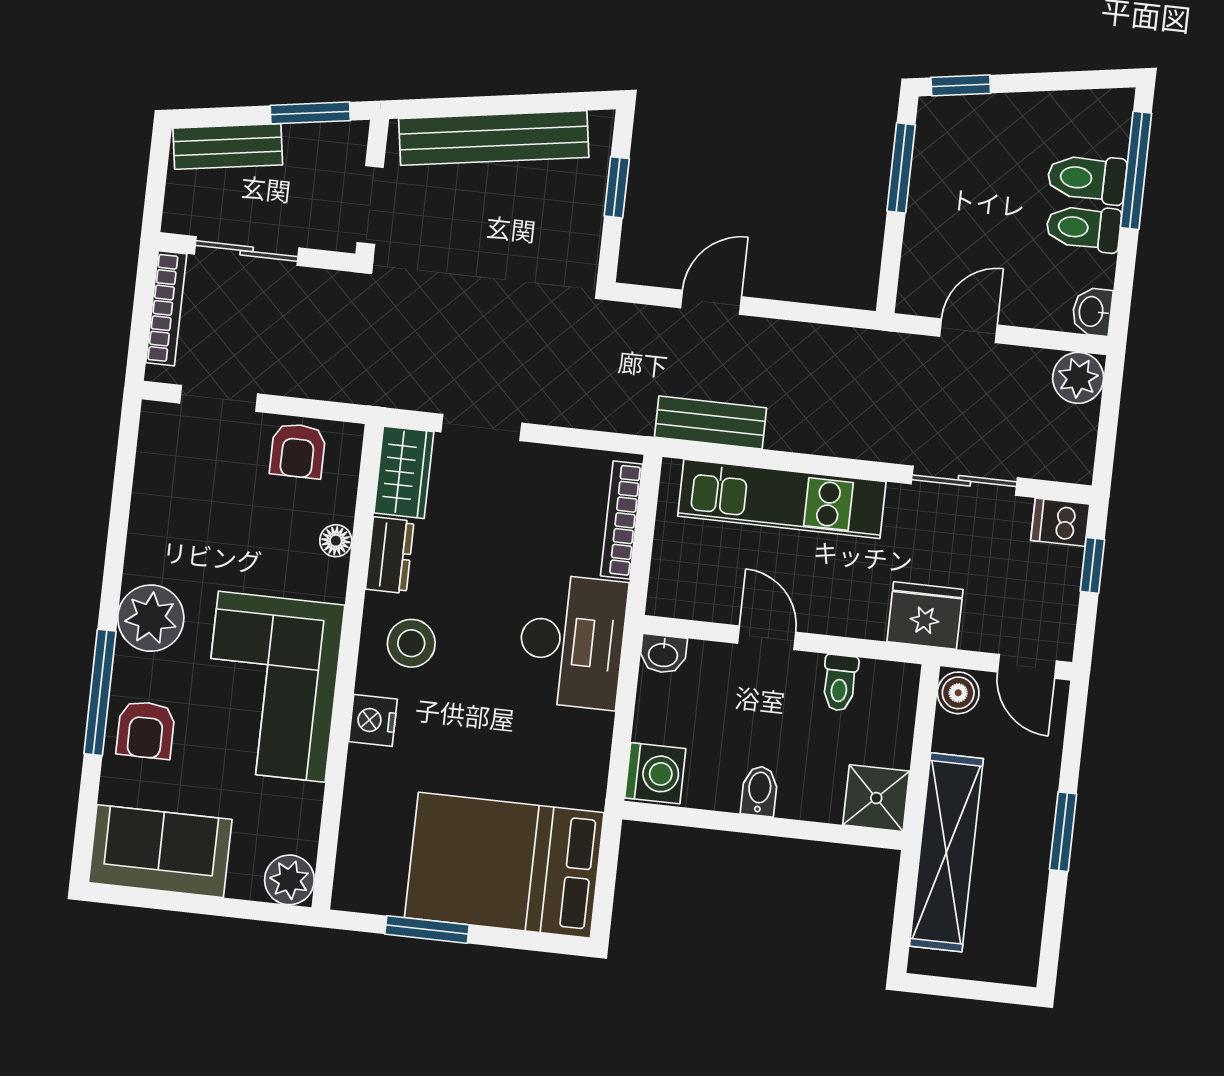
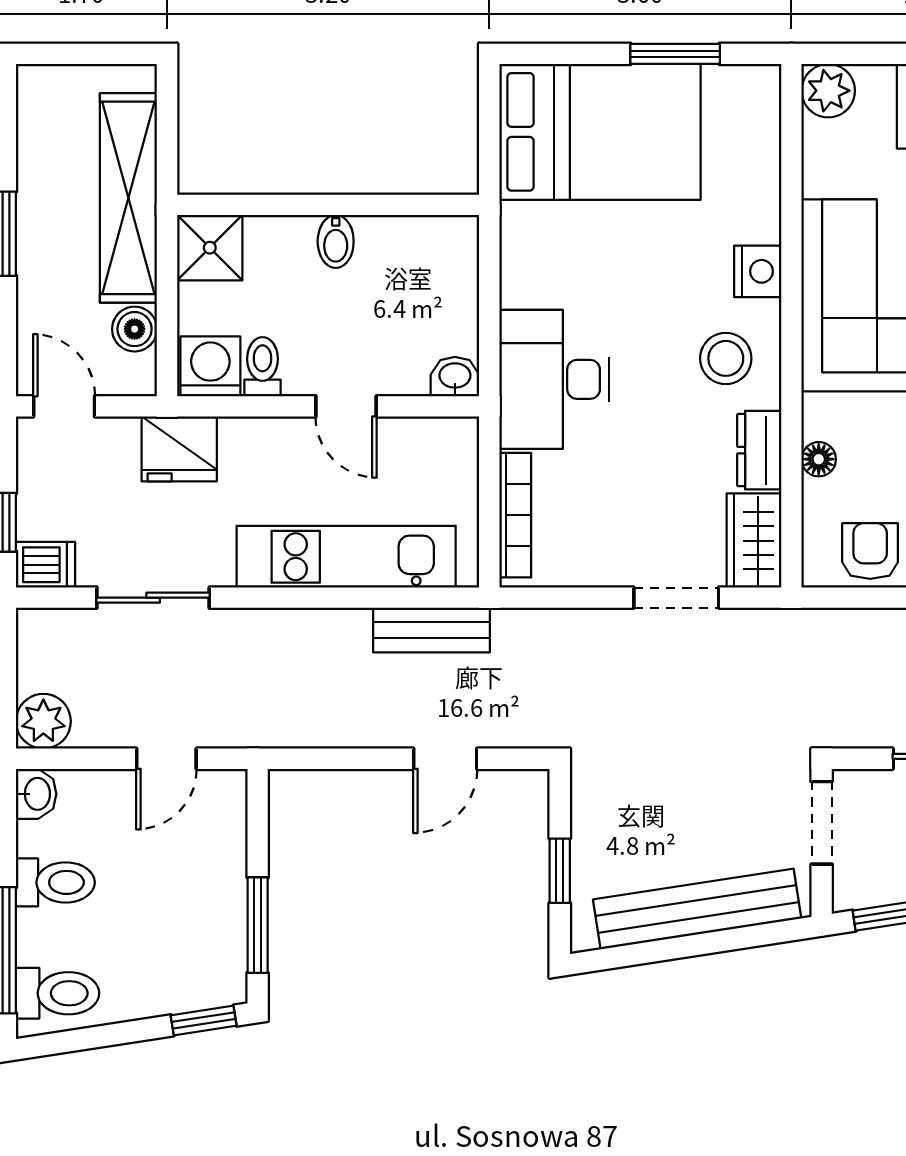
toilet: (1087, 179) -> (58, 993), moved
boiler: (958, 693) -> (135, 329), moved
washing machine: (655, 773) -> (210, 366), moved, turned 90

